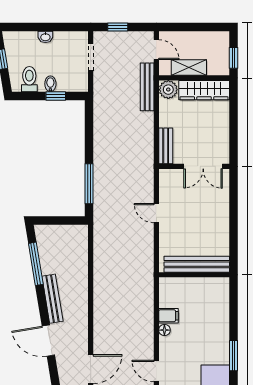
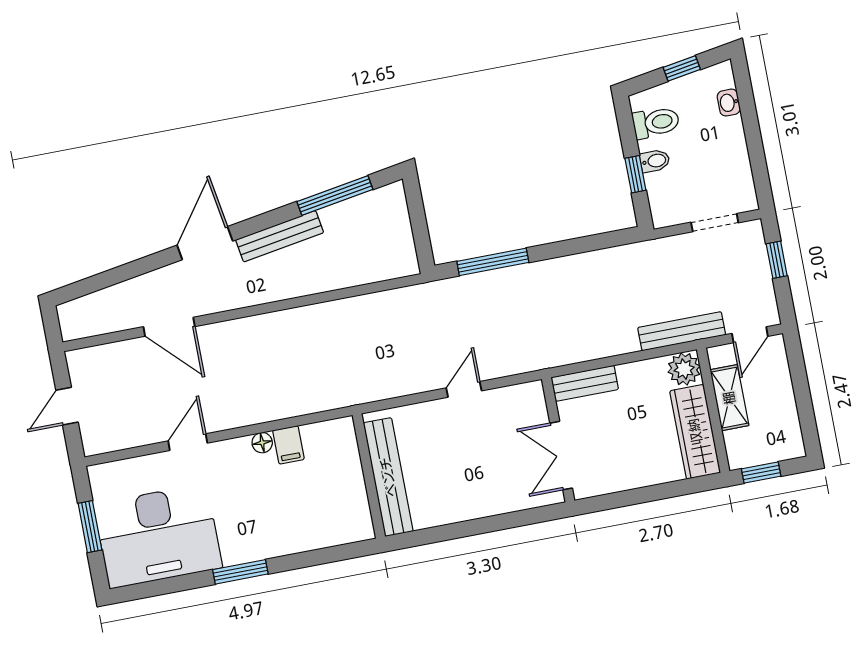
washbasin: (45, 37) -> (729, 103), moved

